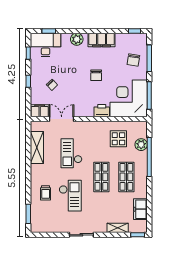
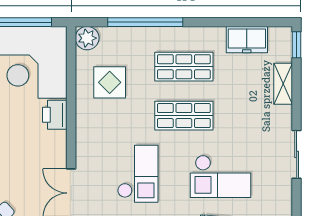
plant: (141, 145) -> (87, 38), moved
checkout: (71, 153) -> (138, 174), turned -90
checkout: (70, 196) -> (220, 176), turned 180

